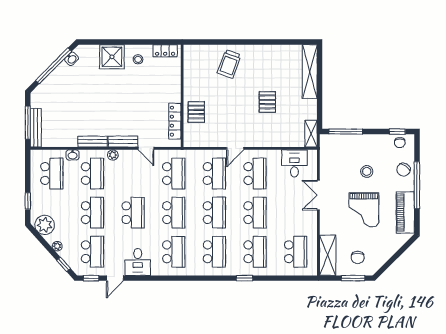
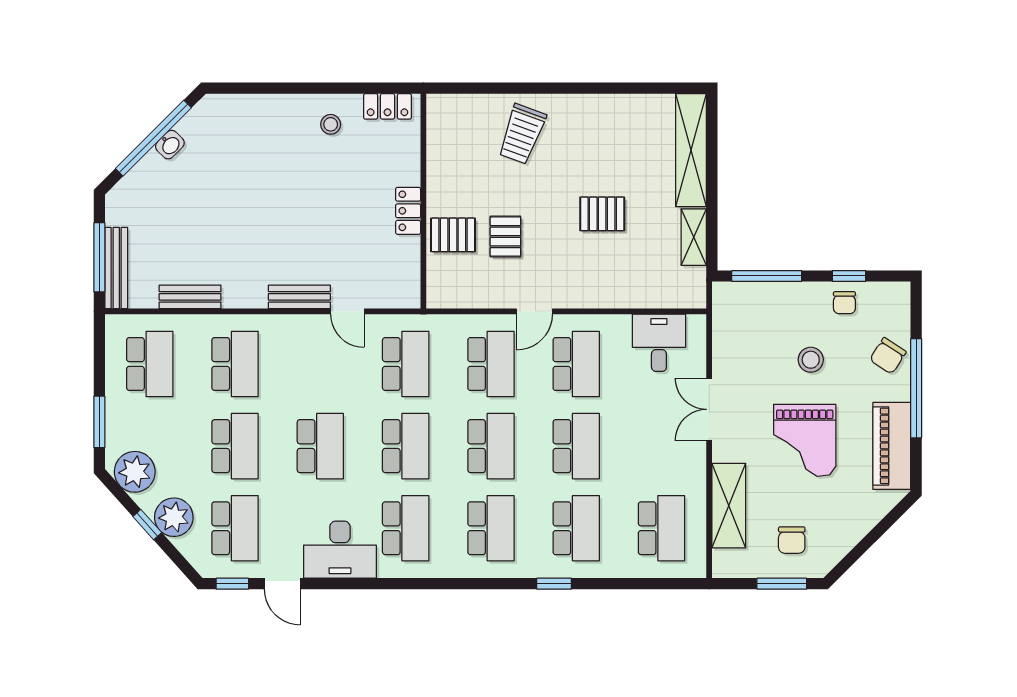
shower: (112, 57) -> (276, 119), removed
washbasin: (72, 59) -> (170, 145), moved
pallet: (267, 102) -> (602, 214), turned 90
pallet: (196, 112) -> (453, 235), turned 90
pallet: (221, 113) -> (505, 237), added
locker: (175, 121) -> (408, 211), moved, width x0.66
window: (397, 132) -> (849, 276), moved
shelving: (311, 134) -> (694, 237), moved
bench: (93, 142) -> (190, 297), moved
chair: (400, 143) -> (844, 303), moved
washbasin: (73, 155) -> (193, 325), removed
plant: (113, 155) -> (278, 325), removed
window: (28, 201) -> (99, 422), width x1.50
plant: (57, 246) -> (174, 517), width x1.88, depth x1.88
shelving: (328, 255) -> (729, 506), moved
desk: (138, 262) -> (340, 550), width x1.37
window: (63, 264) -> (147, 525), moved
door: (115, 278) -> (282, 584), hinge flipped

